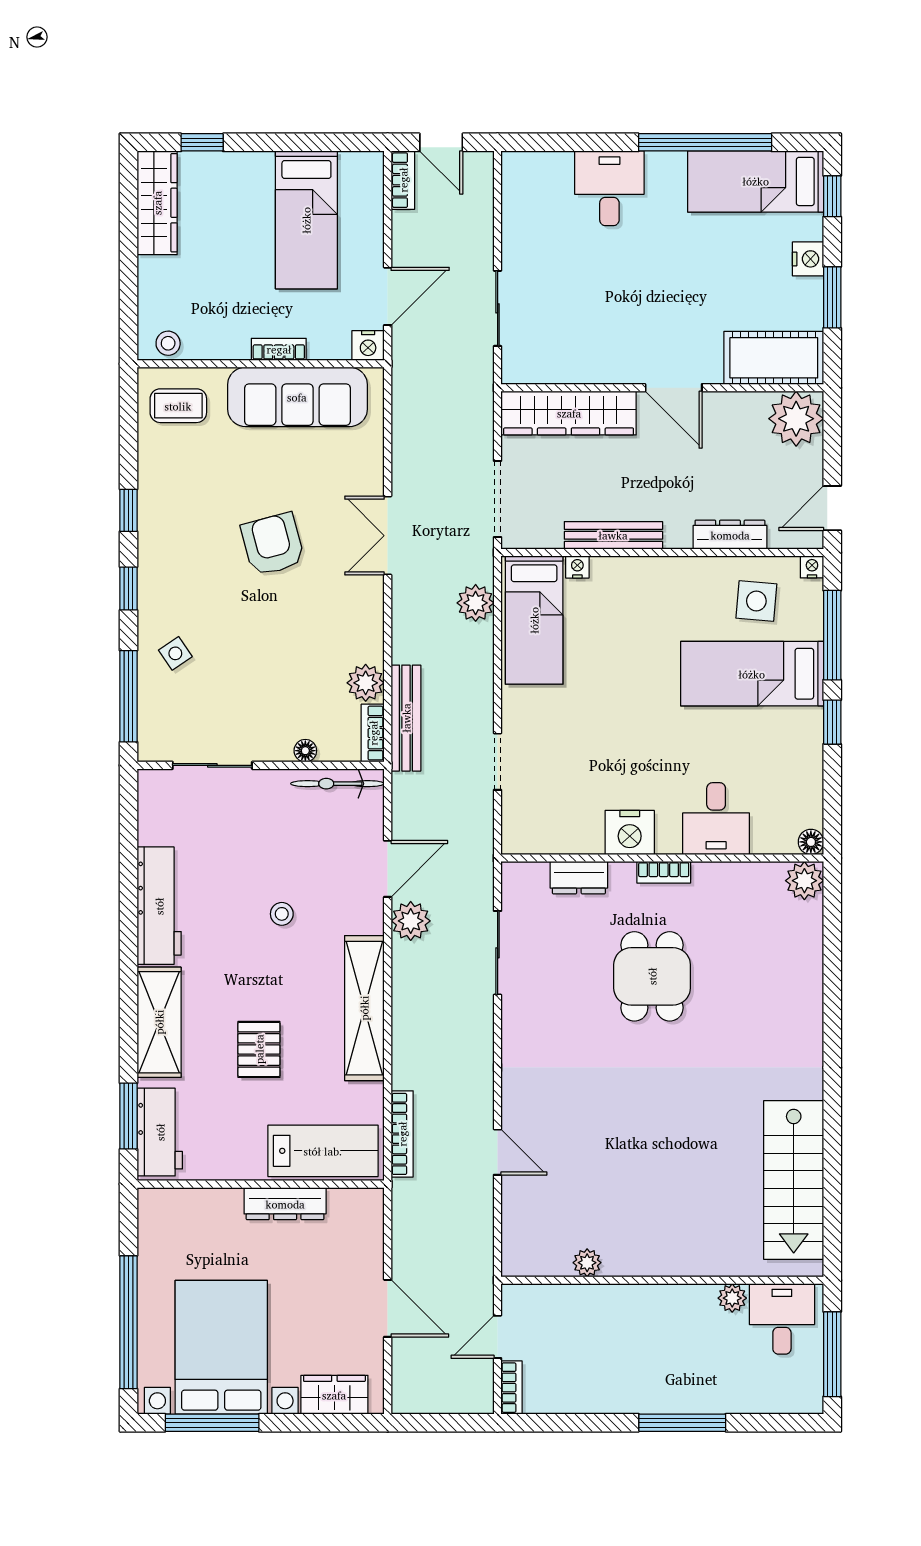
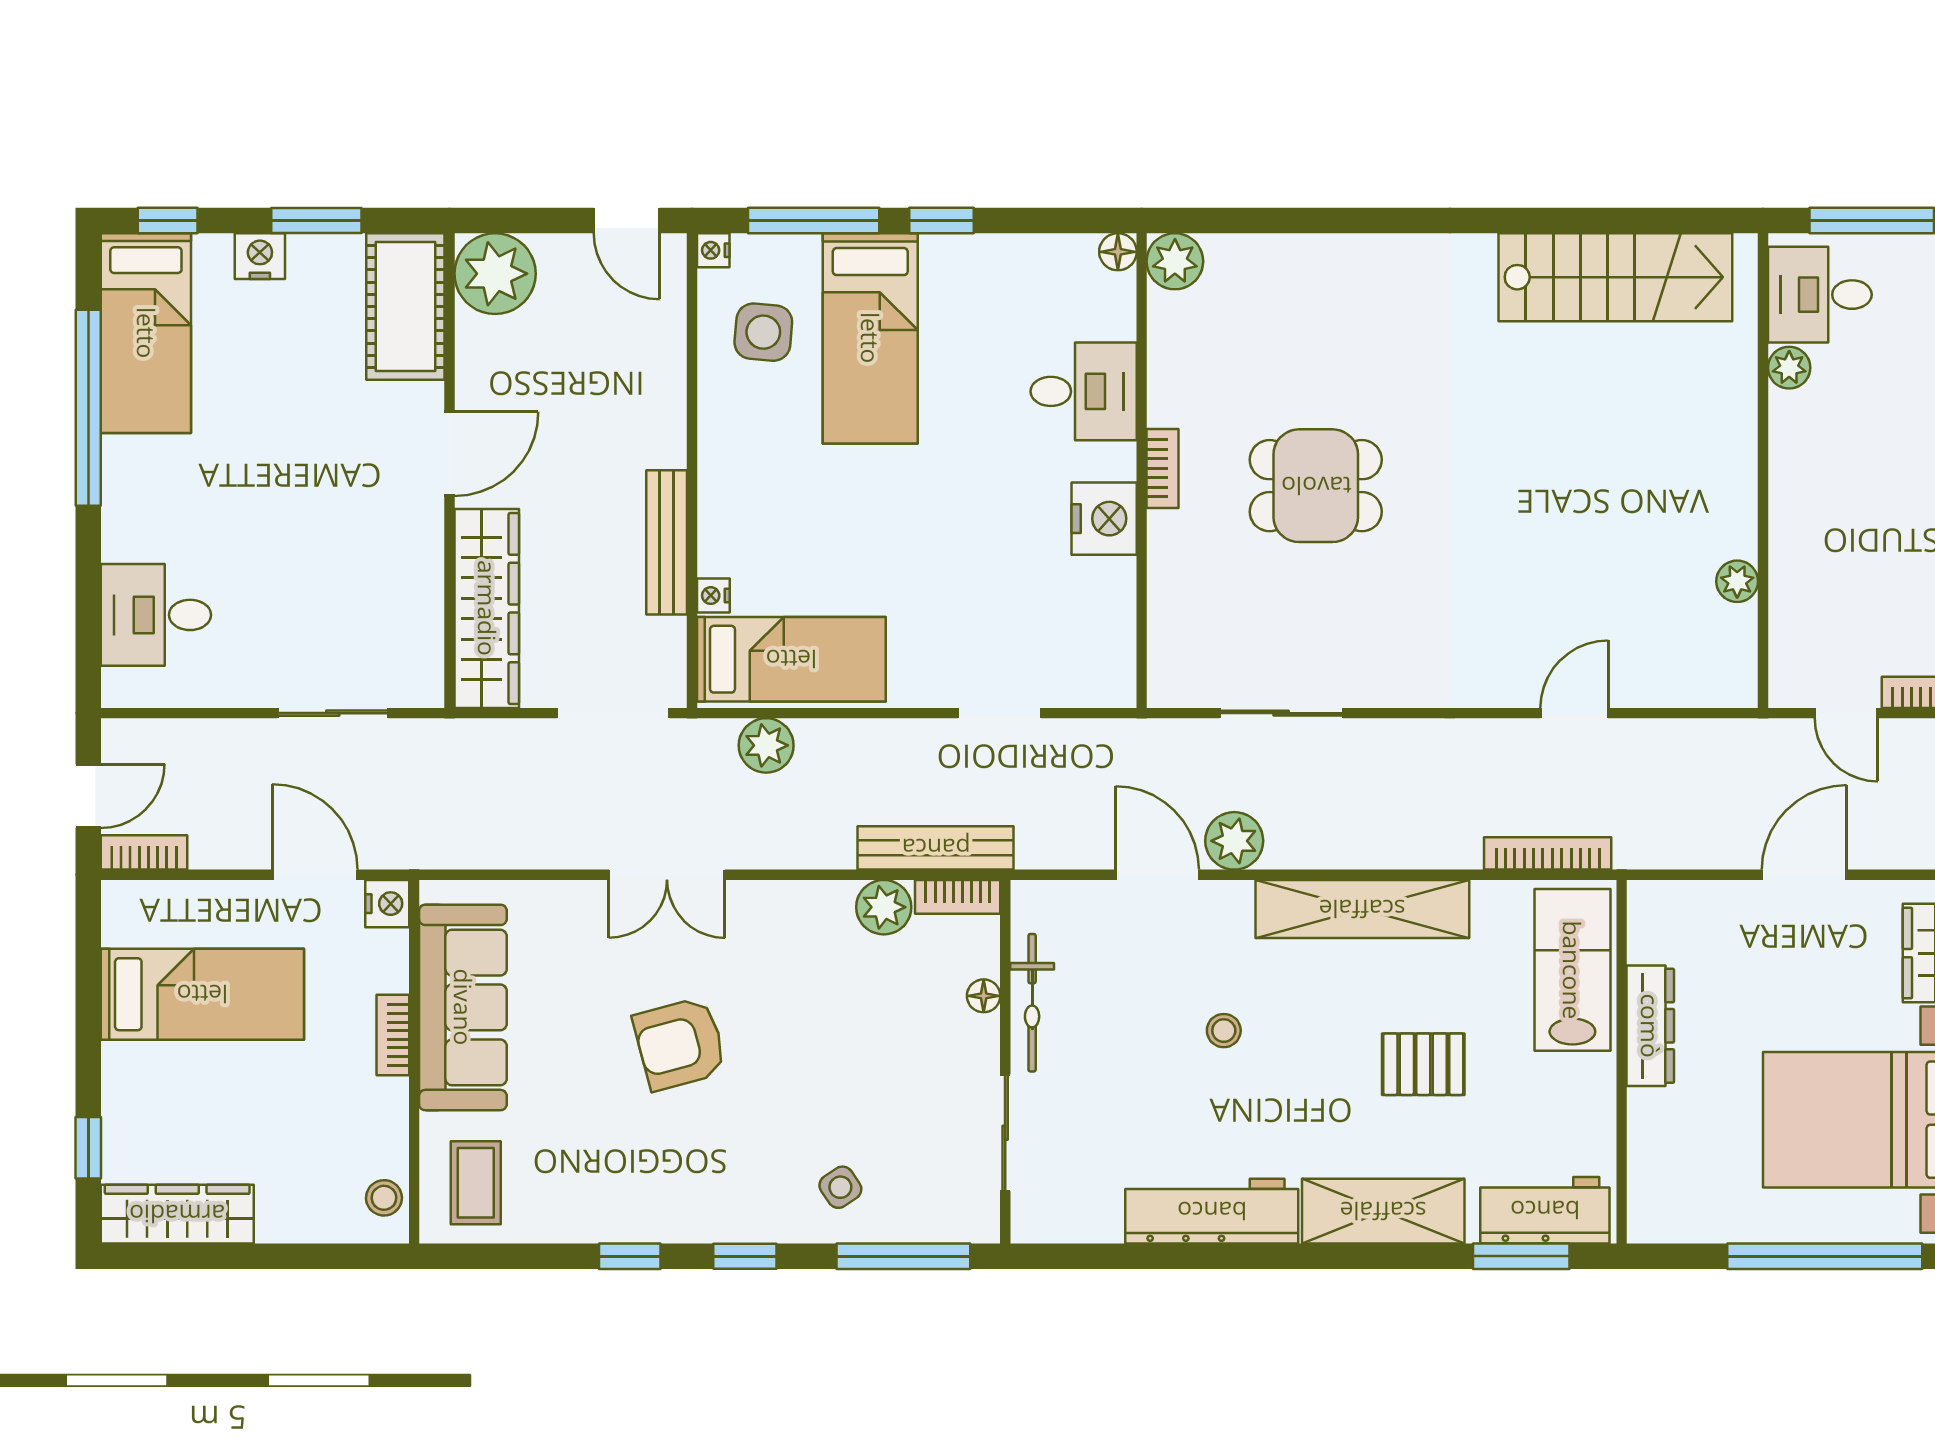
desk: (609, 188) -> (156, 615), moved
dresser: (730, 535) -> (666, 371), removed
bicycle: (337, 784) -> (1032, 1003), moved
dresser: (579, 878) -> (1170, 593), removed

